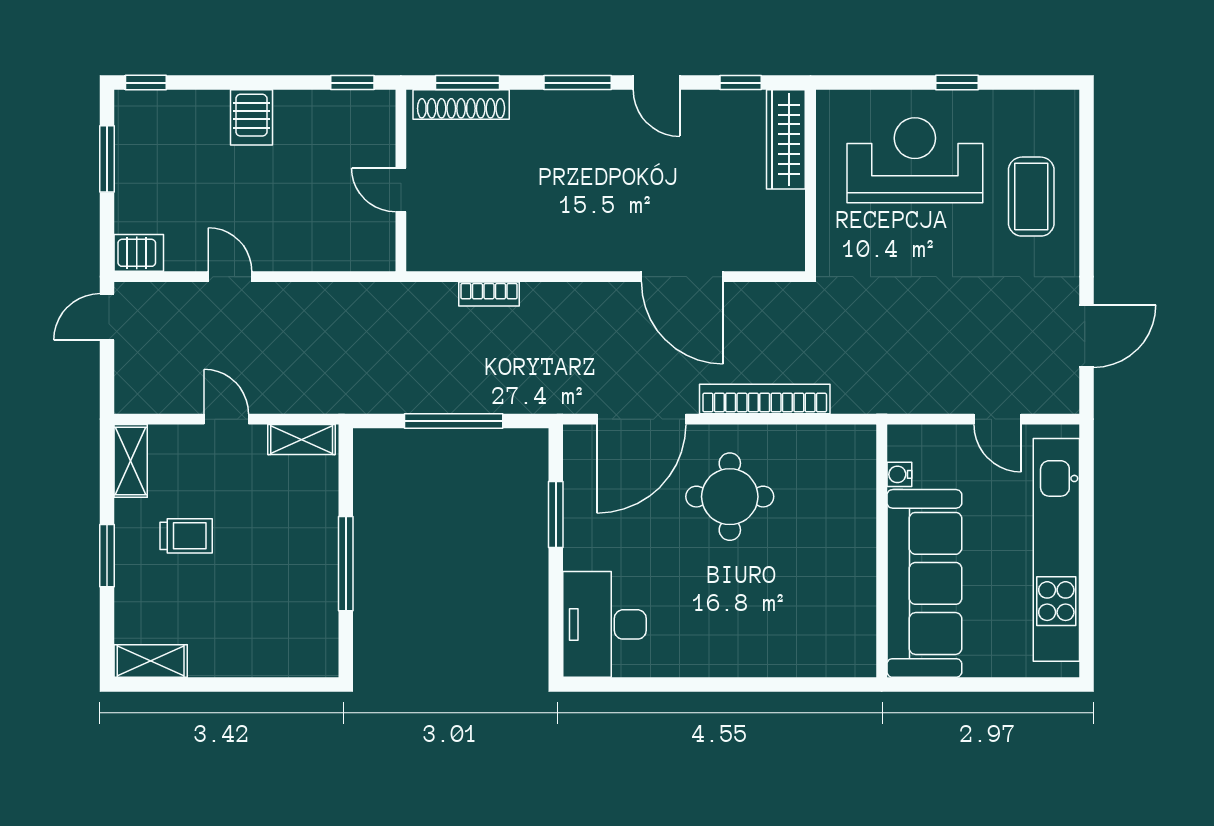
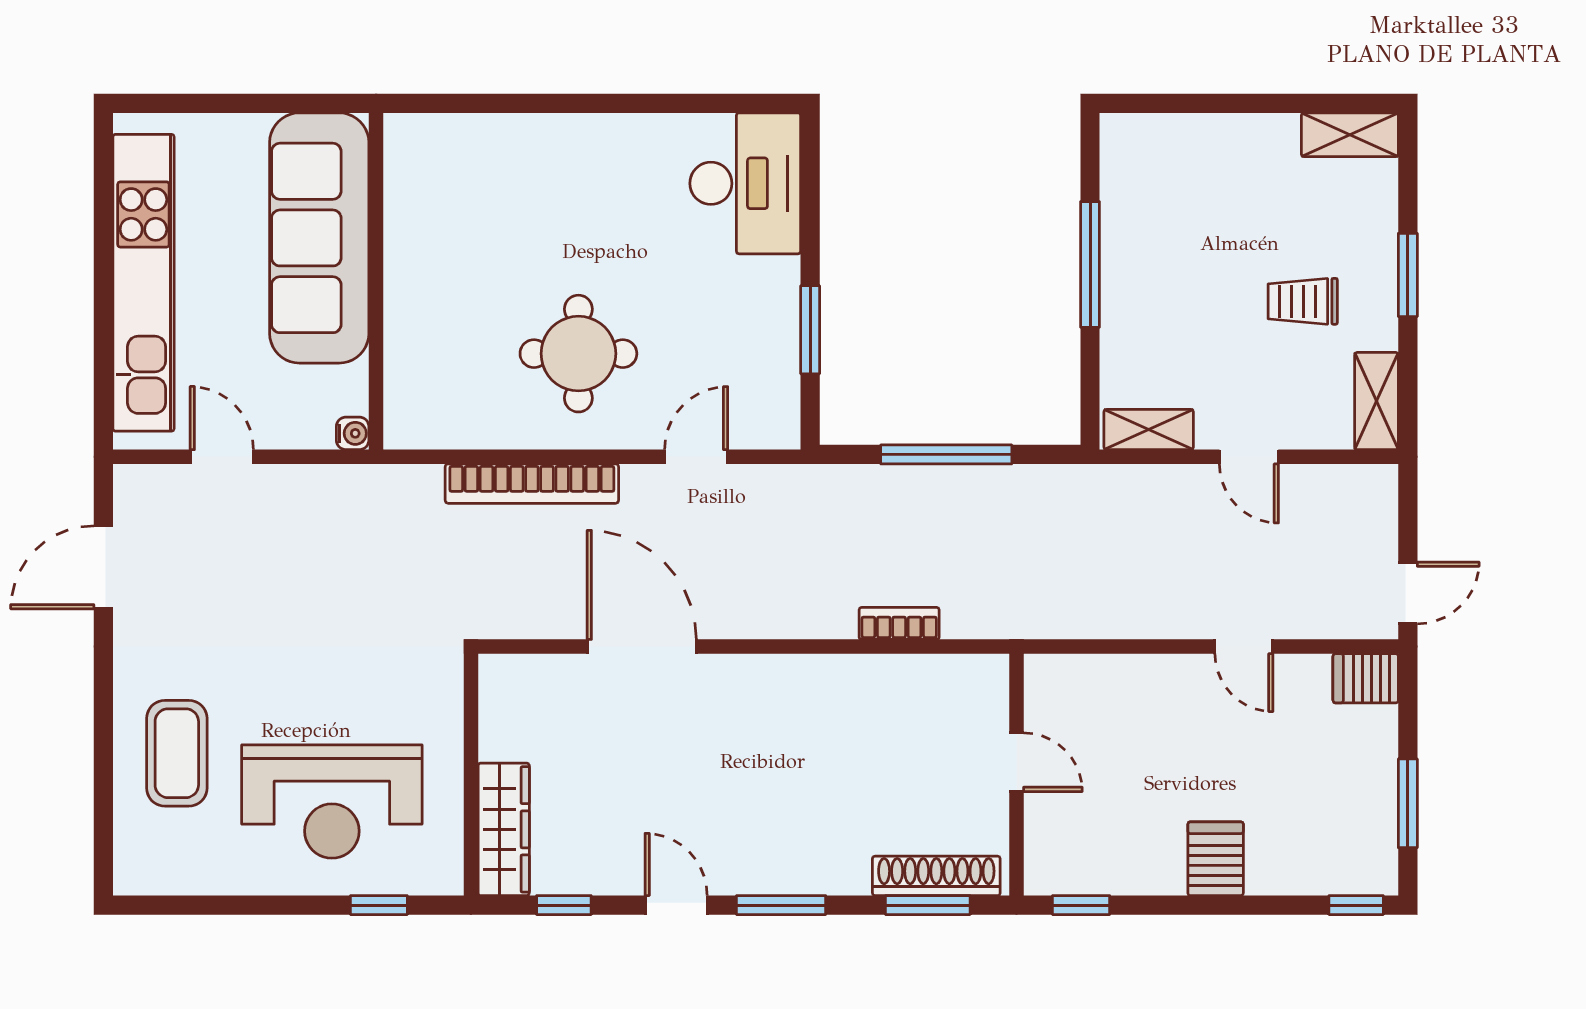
window: (957, 83) -> (379, 905), moved
door: (641, 419) -> (696, 457), width x0.53
water cooler: (899, 474) -> (353, 433), moved

